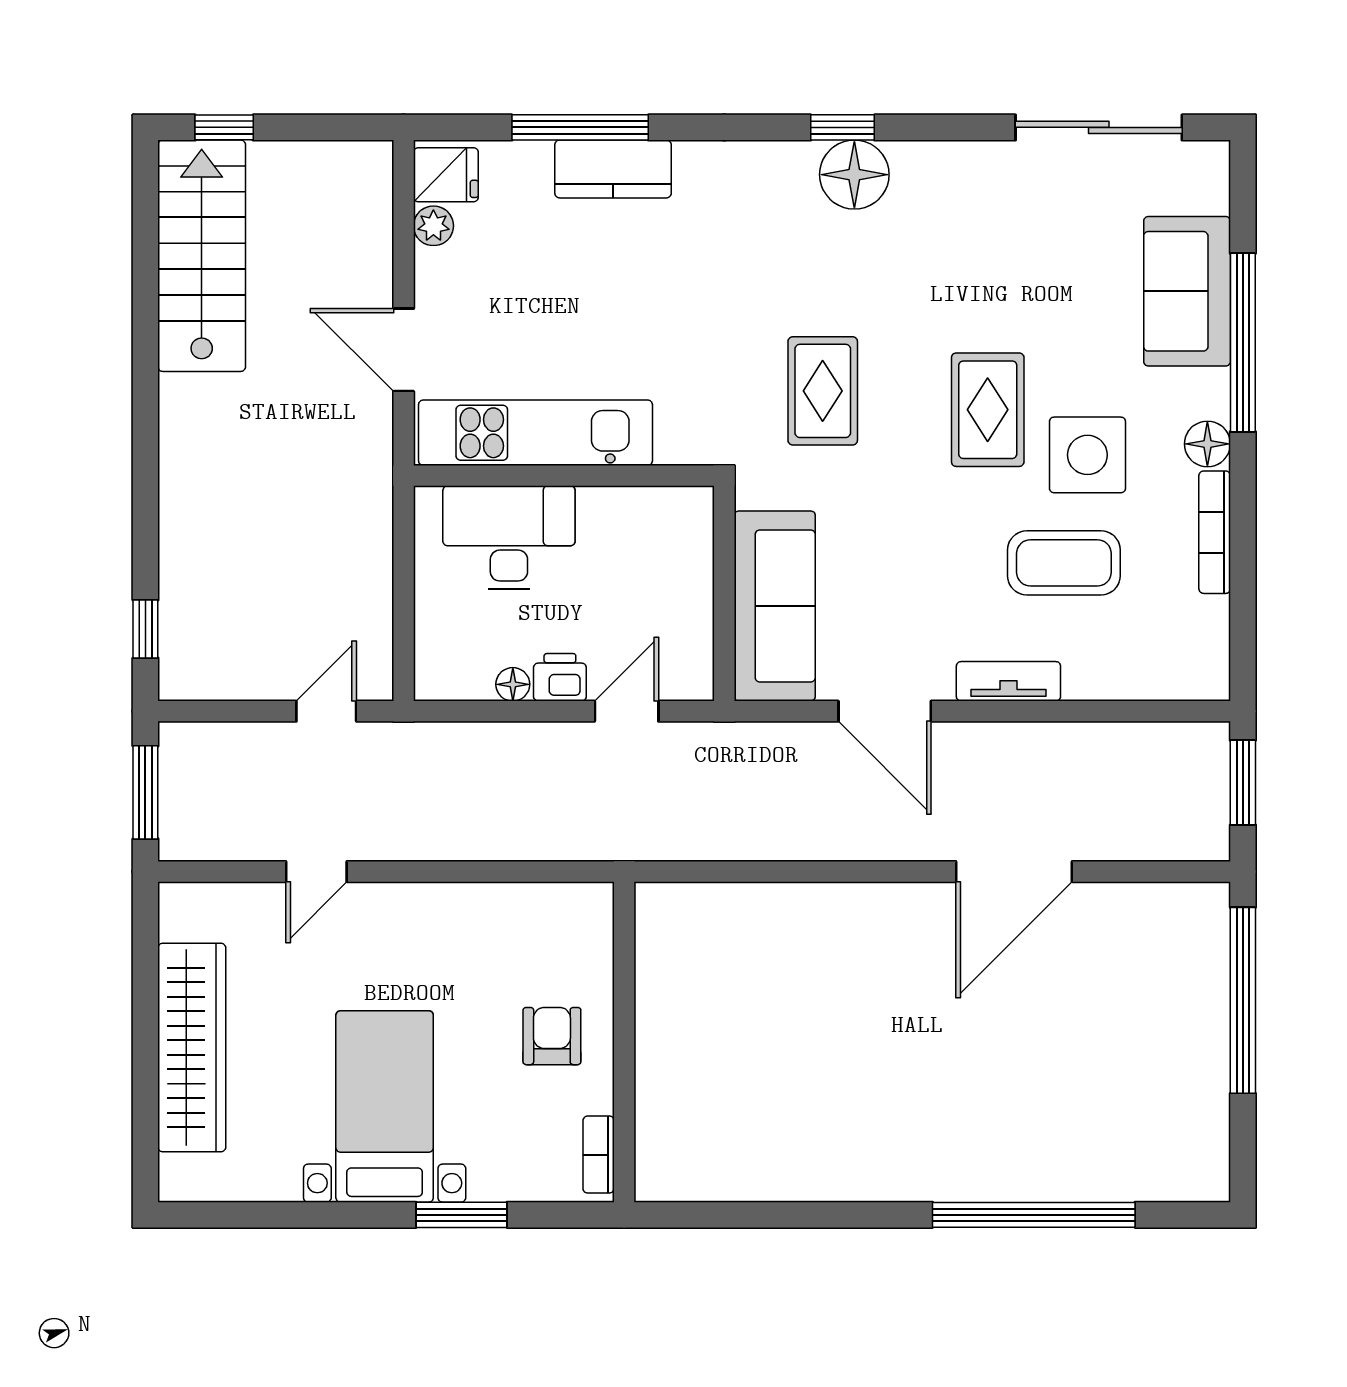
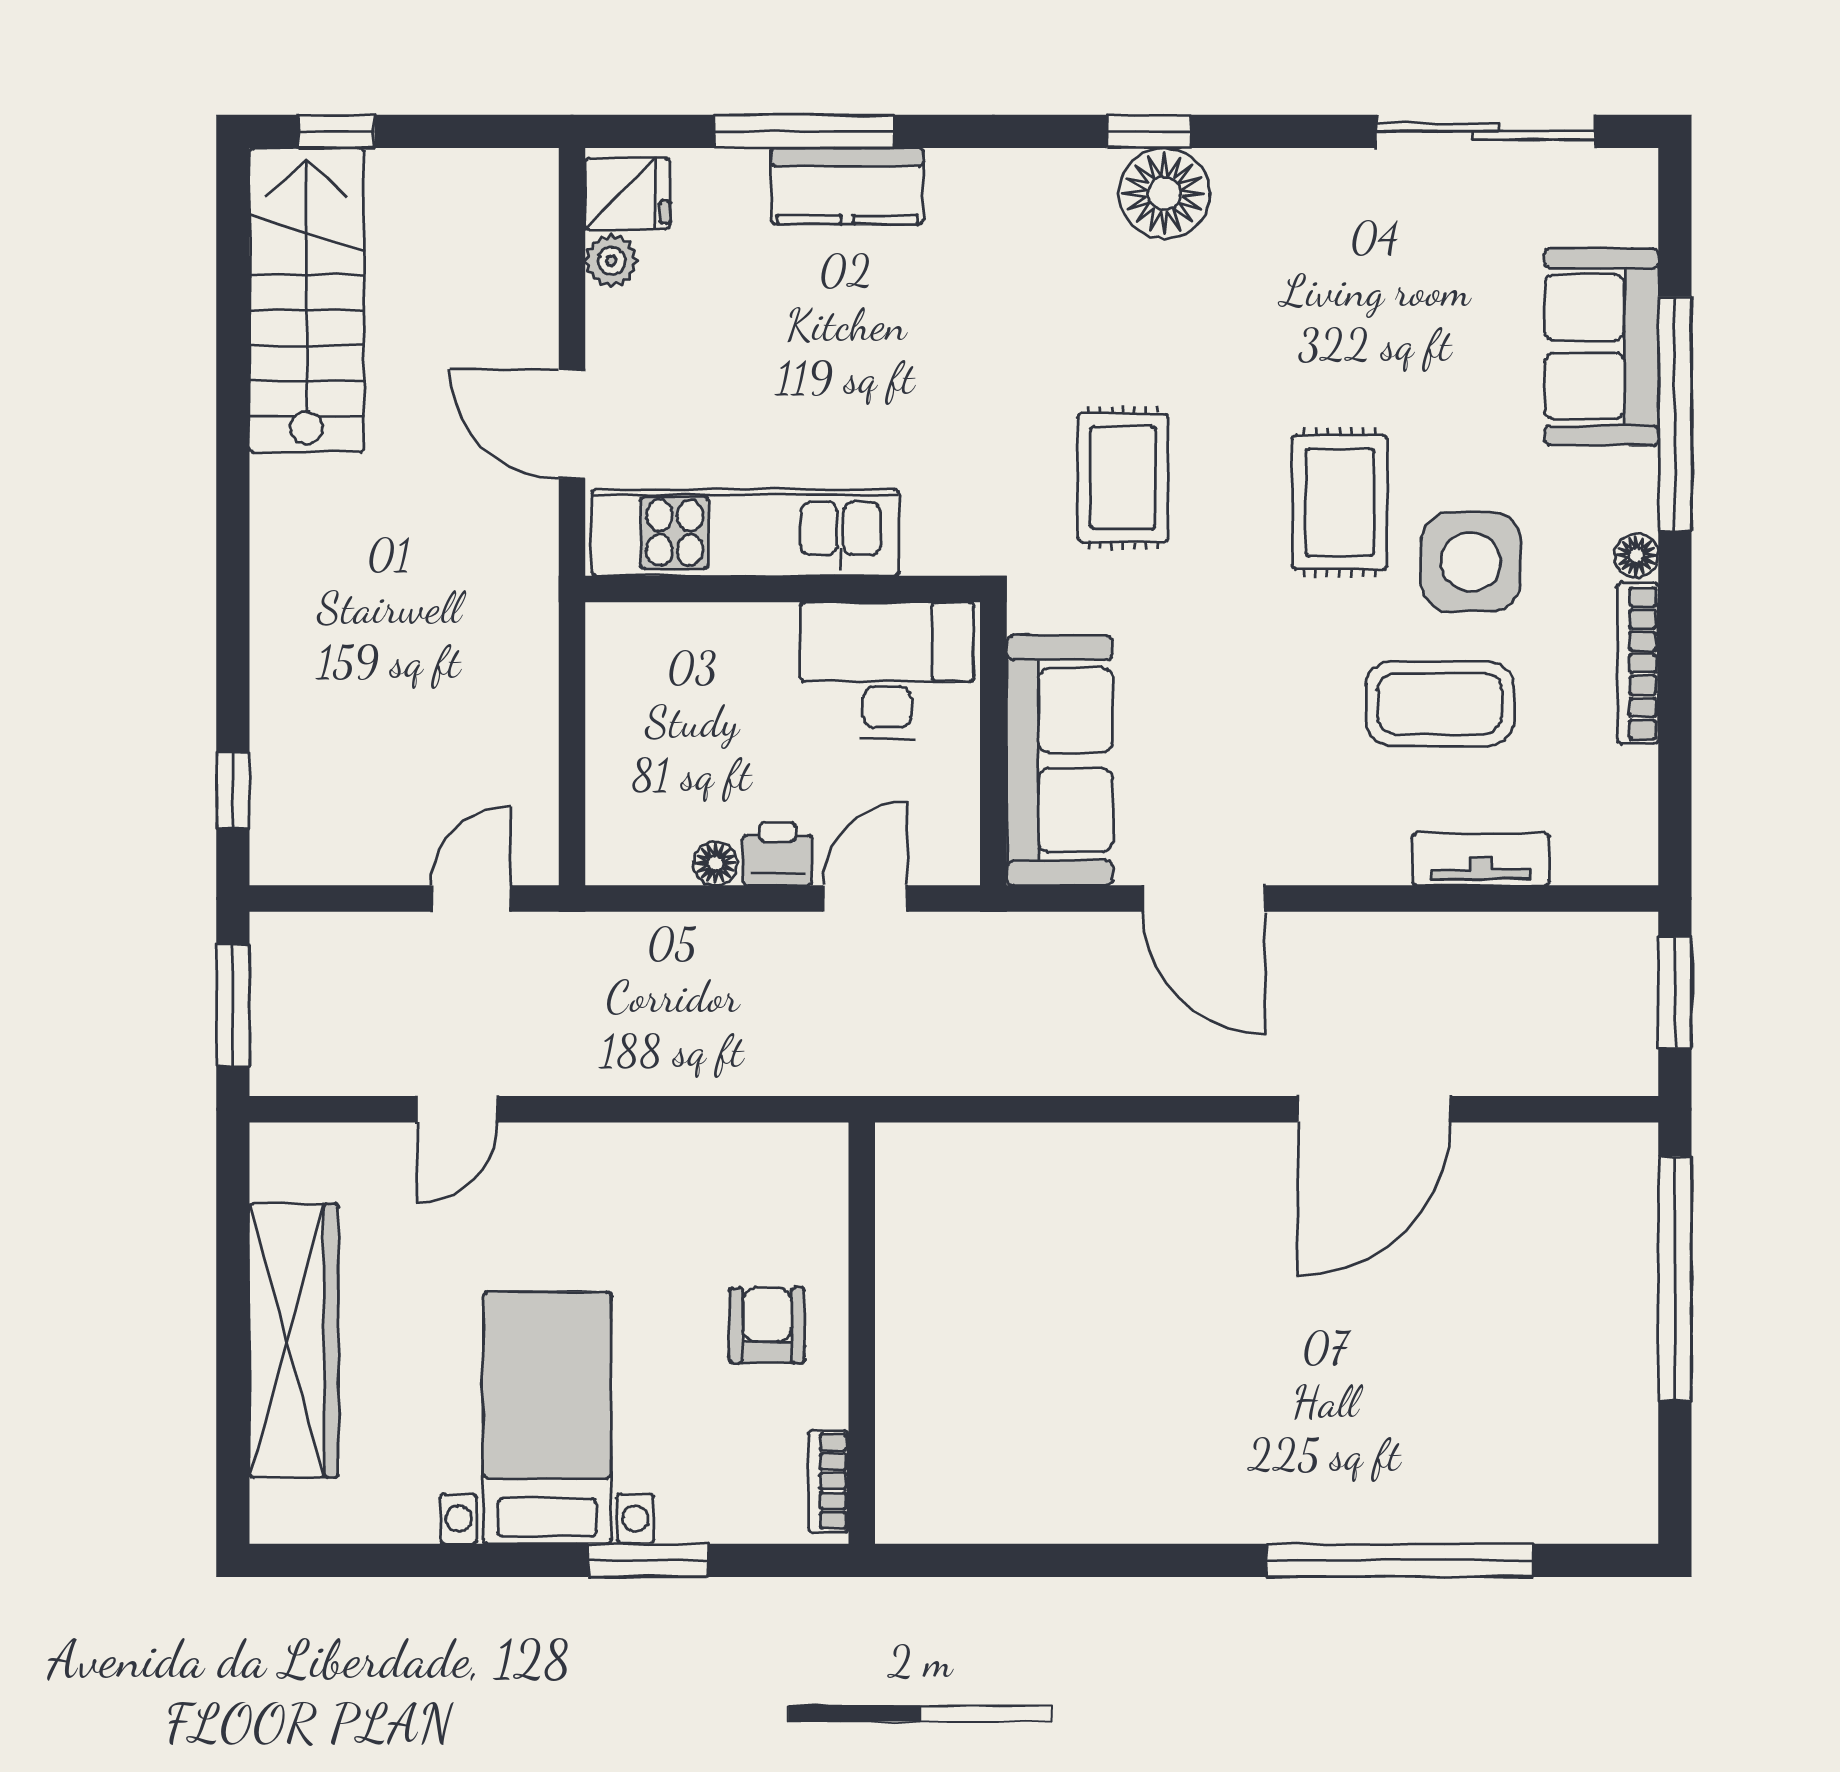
floor lamp: (1207, 444) -> (1637, 556), width x0.73, depth x0.73
desk: (509, 538) -> (887, 670), moved
tv unit: (1008, 681) -> (1481, 859), moved

